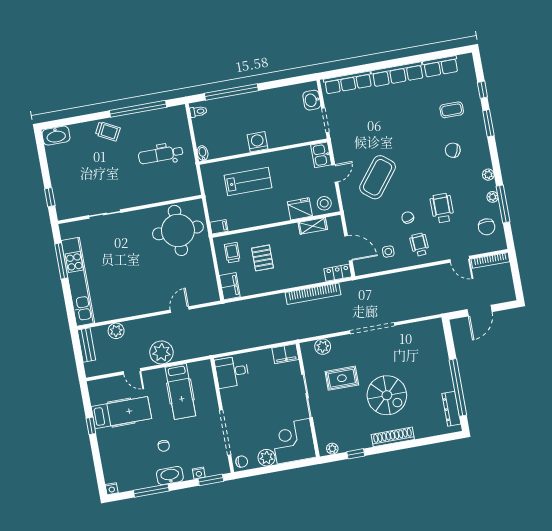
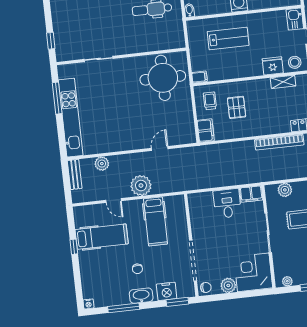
desk: (232, 372) -> (227, 203), moved, turned 90
nightstand: (199, 473) -> (167, 291), width x1.89, depth x1.79

